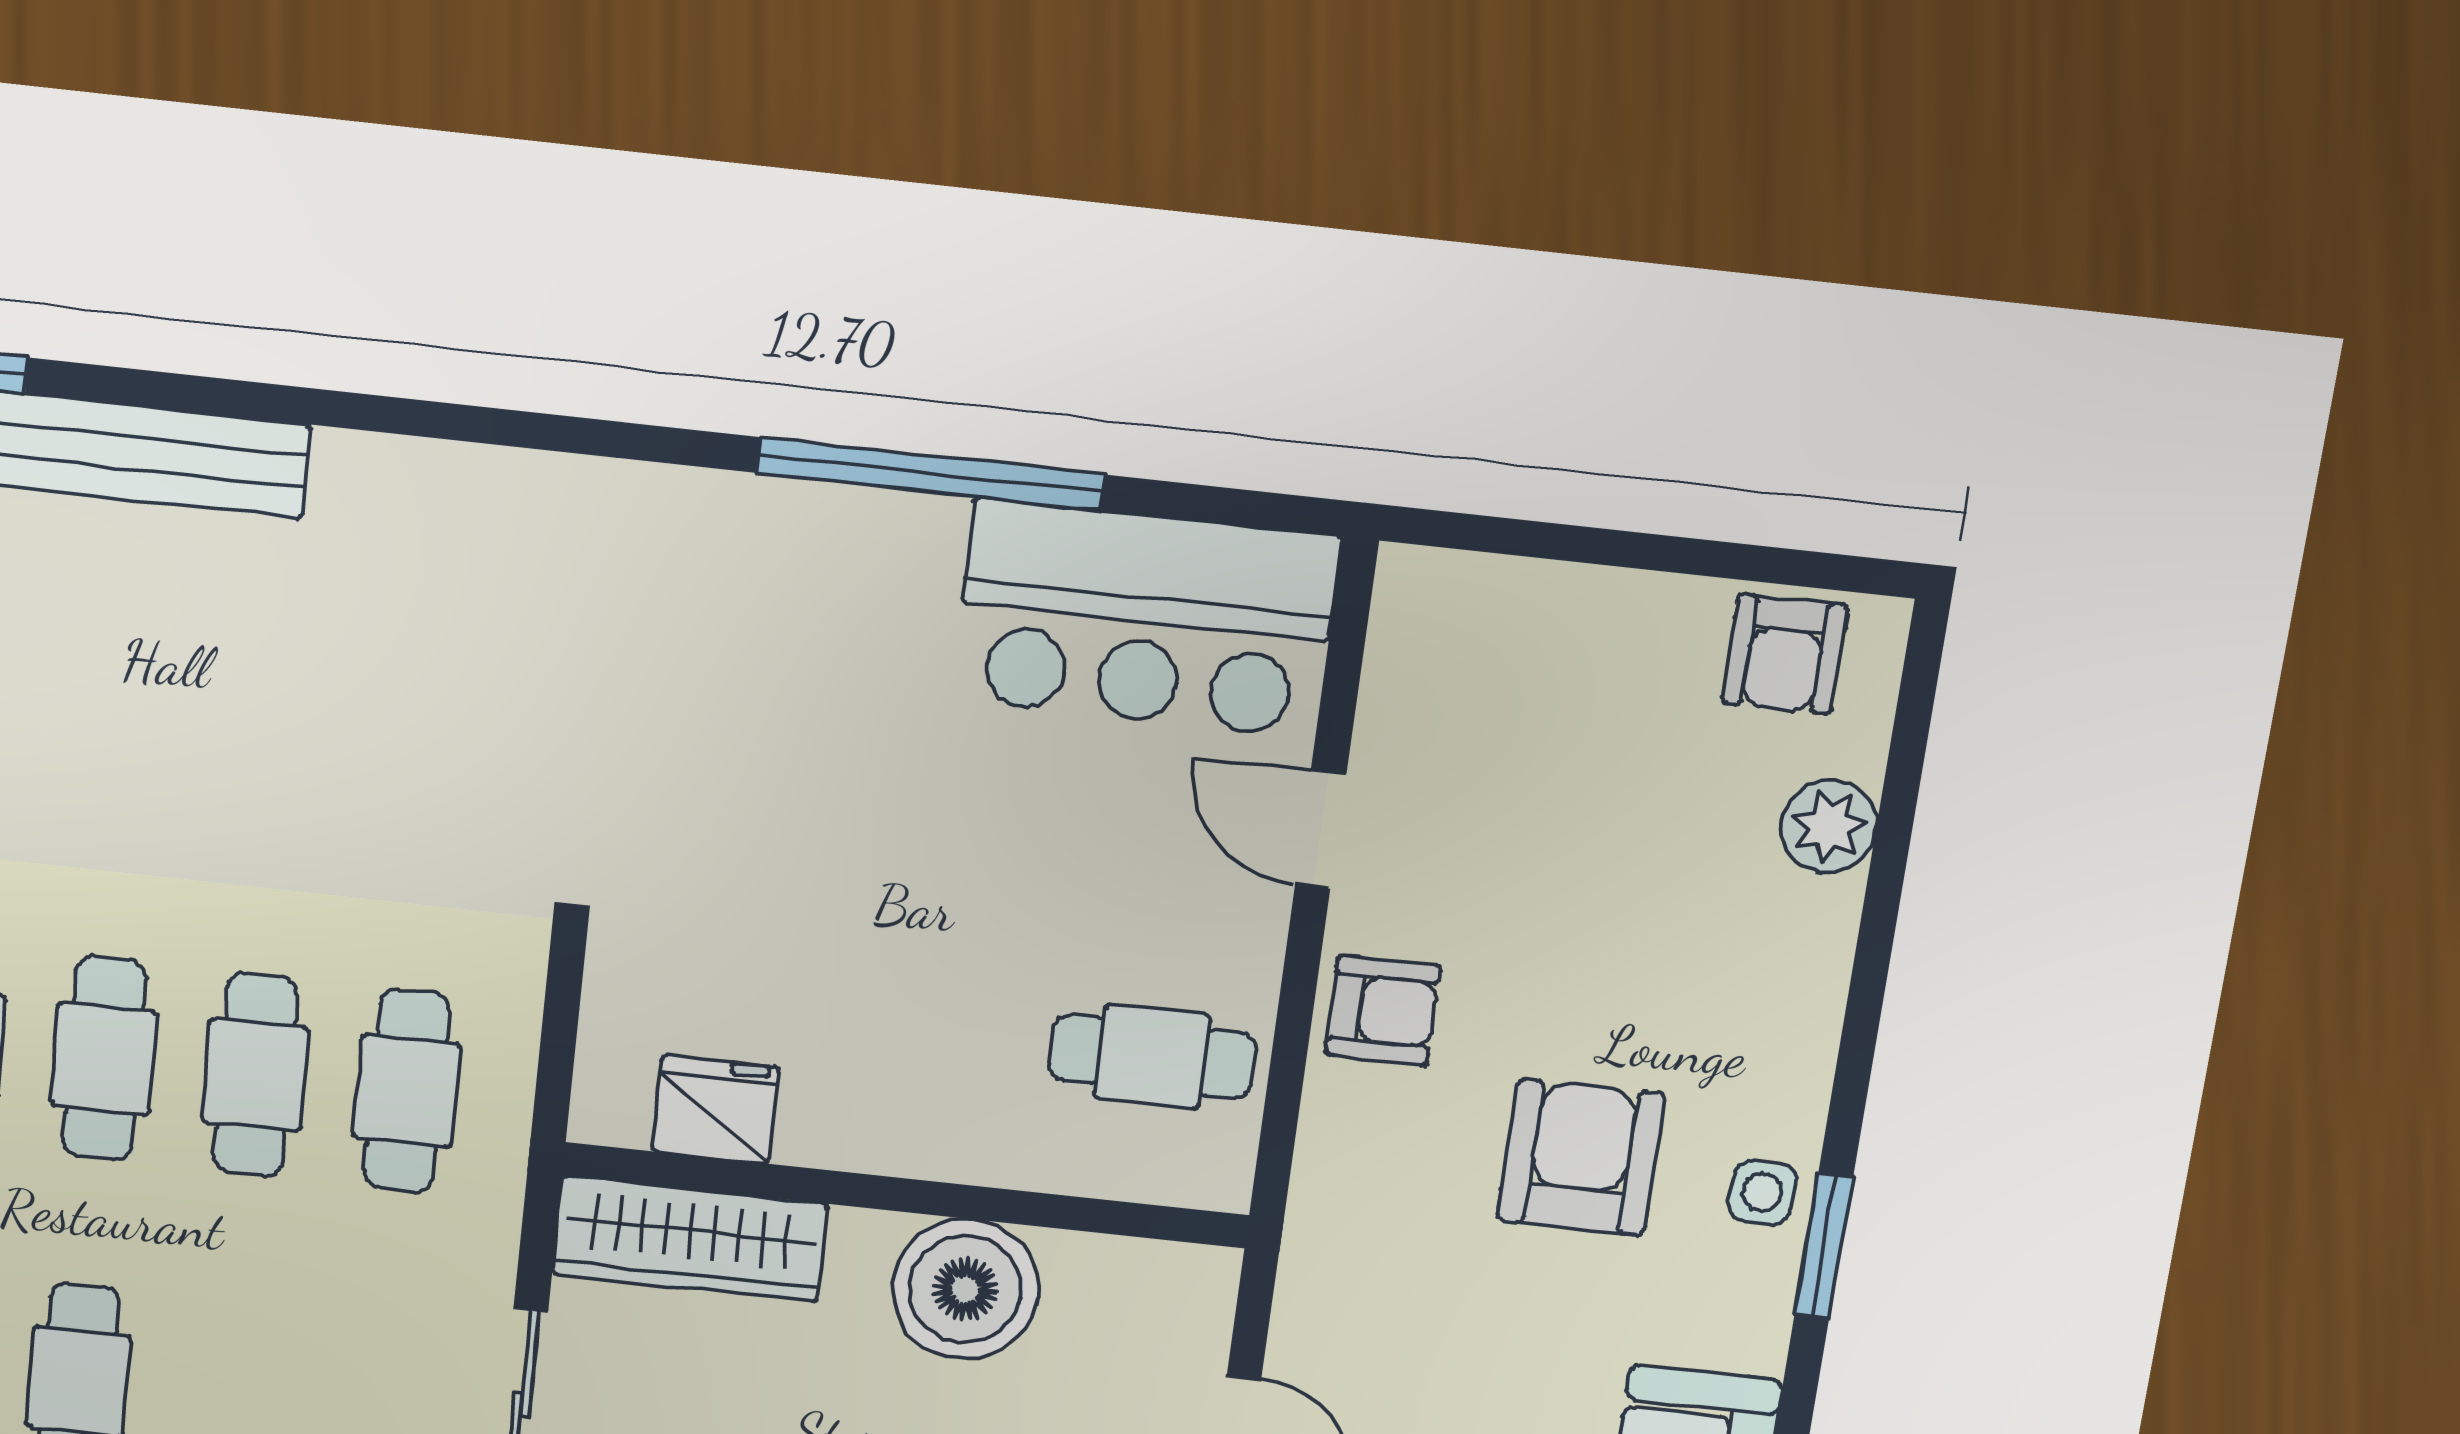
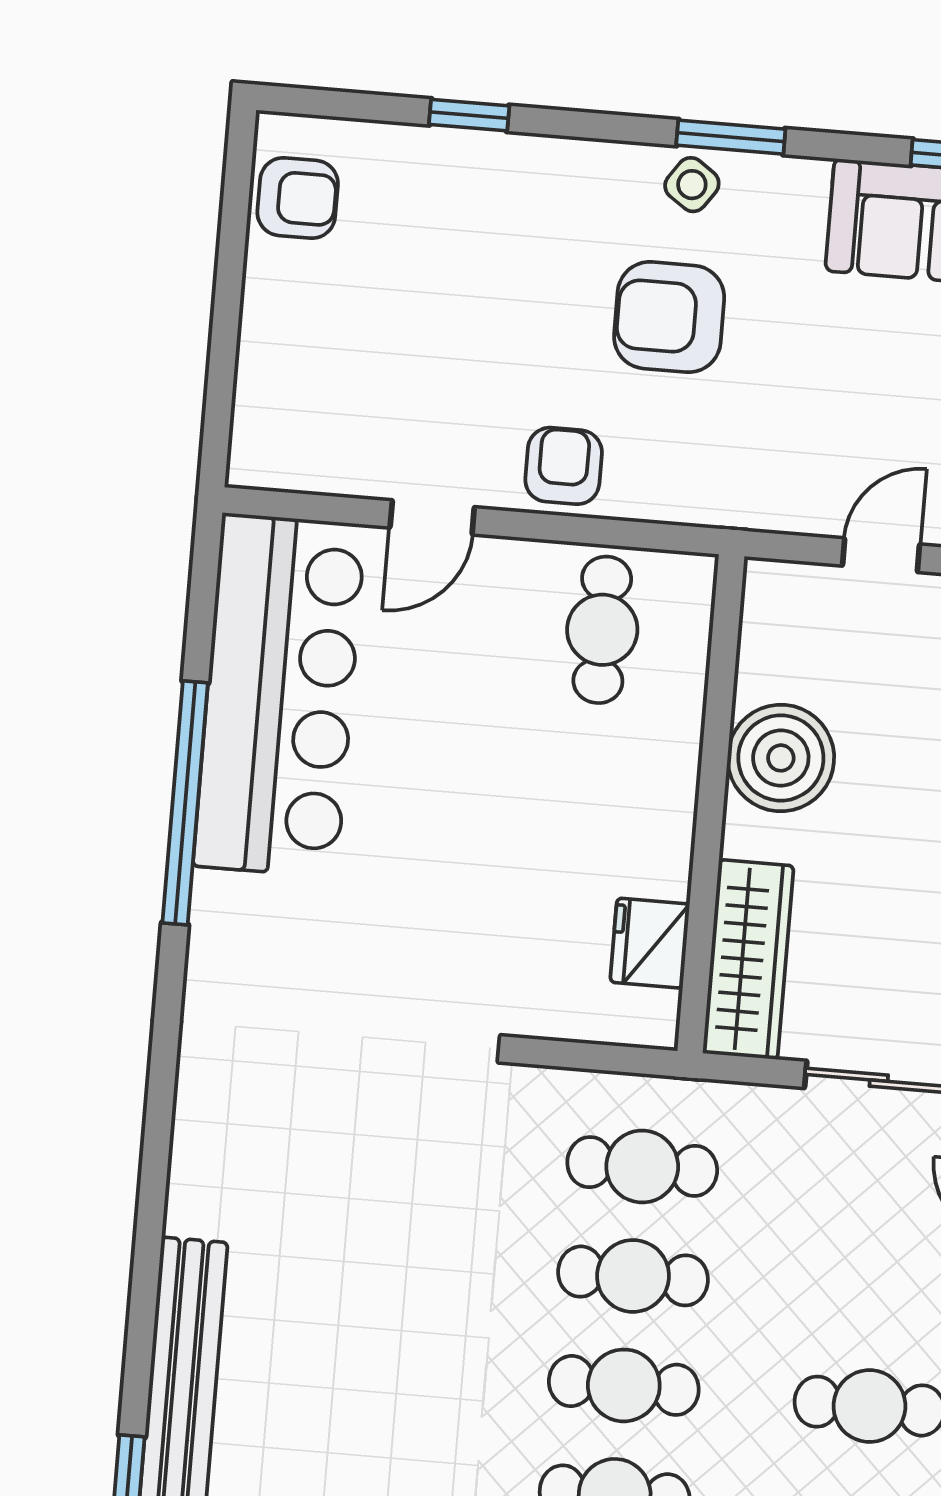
bar counter: (1146, 618) -> (279, 695), width x1.36
plant: (1829, 827) -> (421, 157), removed
window: (1883, 895) -> (469, 115), added
side table: (1762, 1192) -> (692, 185), turned 35

